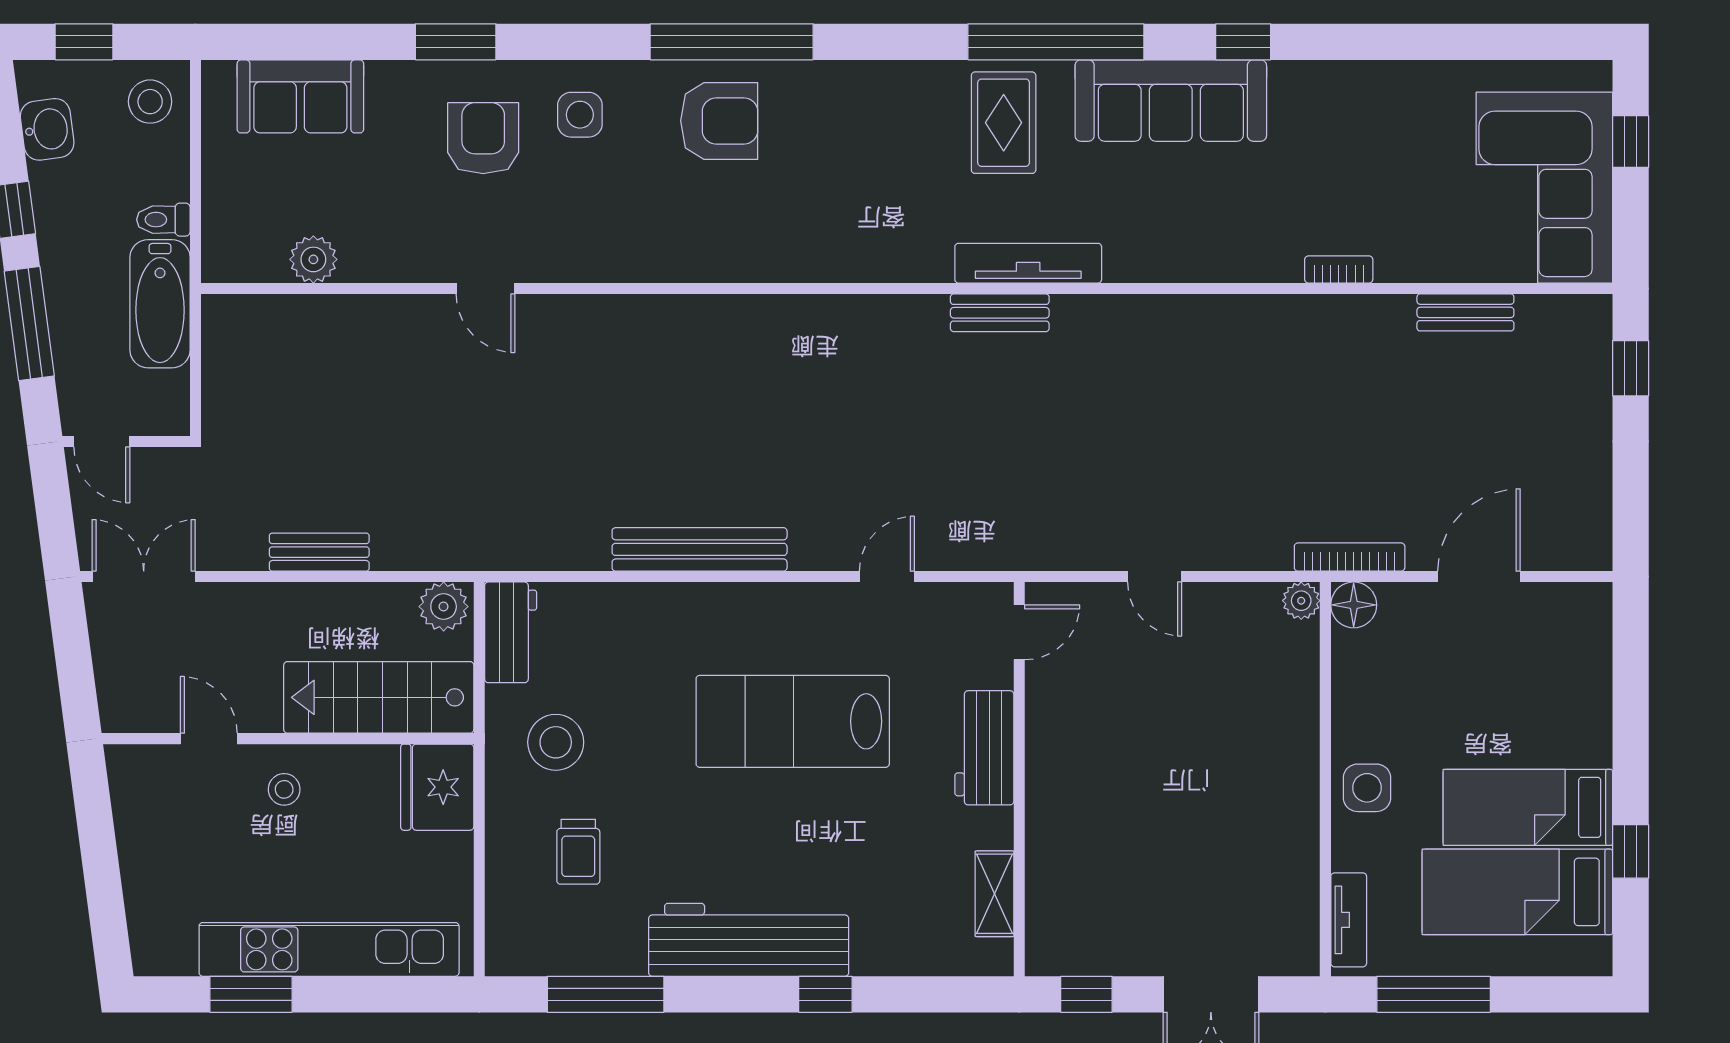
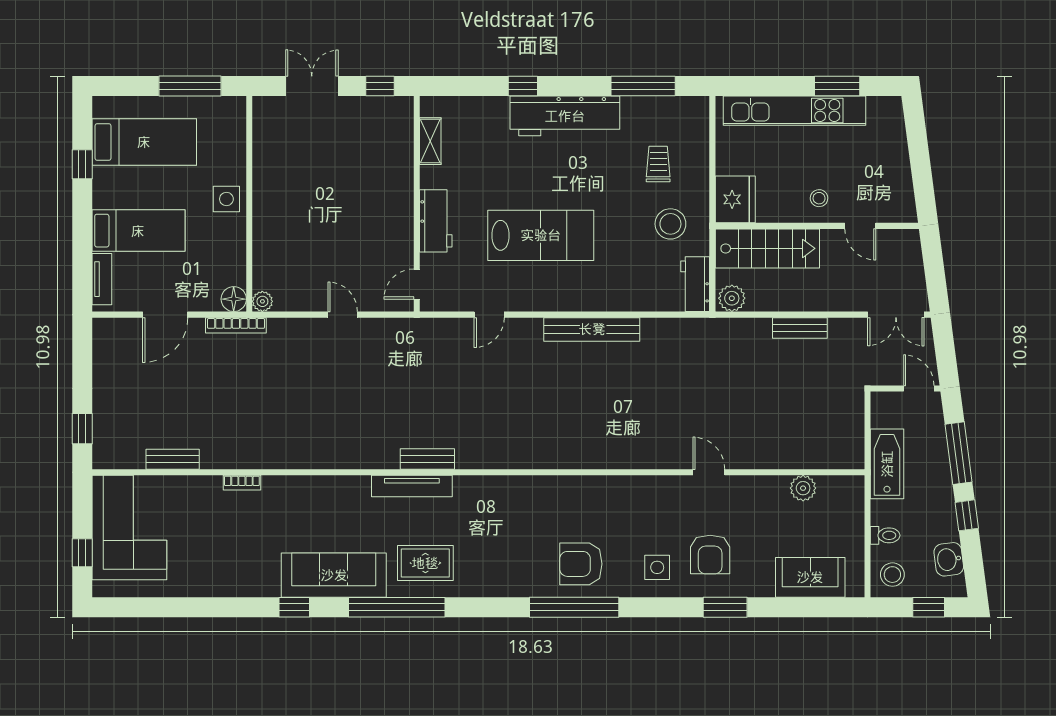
rug: (1004, 123) -> (425, 563), turned 90
toilet: (163, 220) -> (885, 535), moved
bed: (1528, 807) -> (138, 231), moved
tv unit: (1349, 920) -> (102, 279), moved, turned 180

